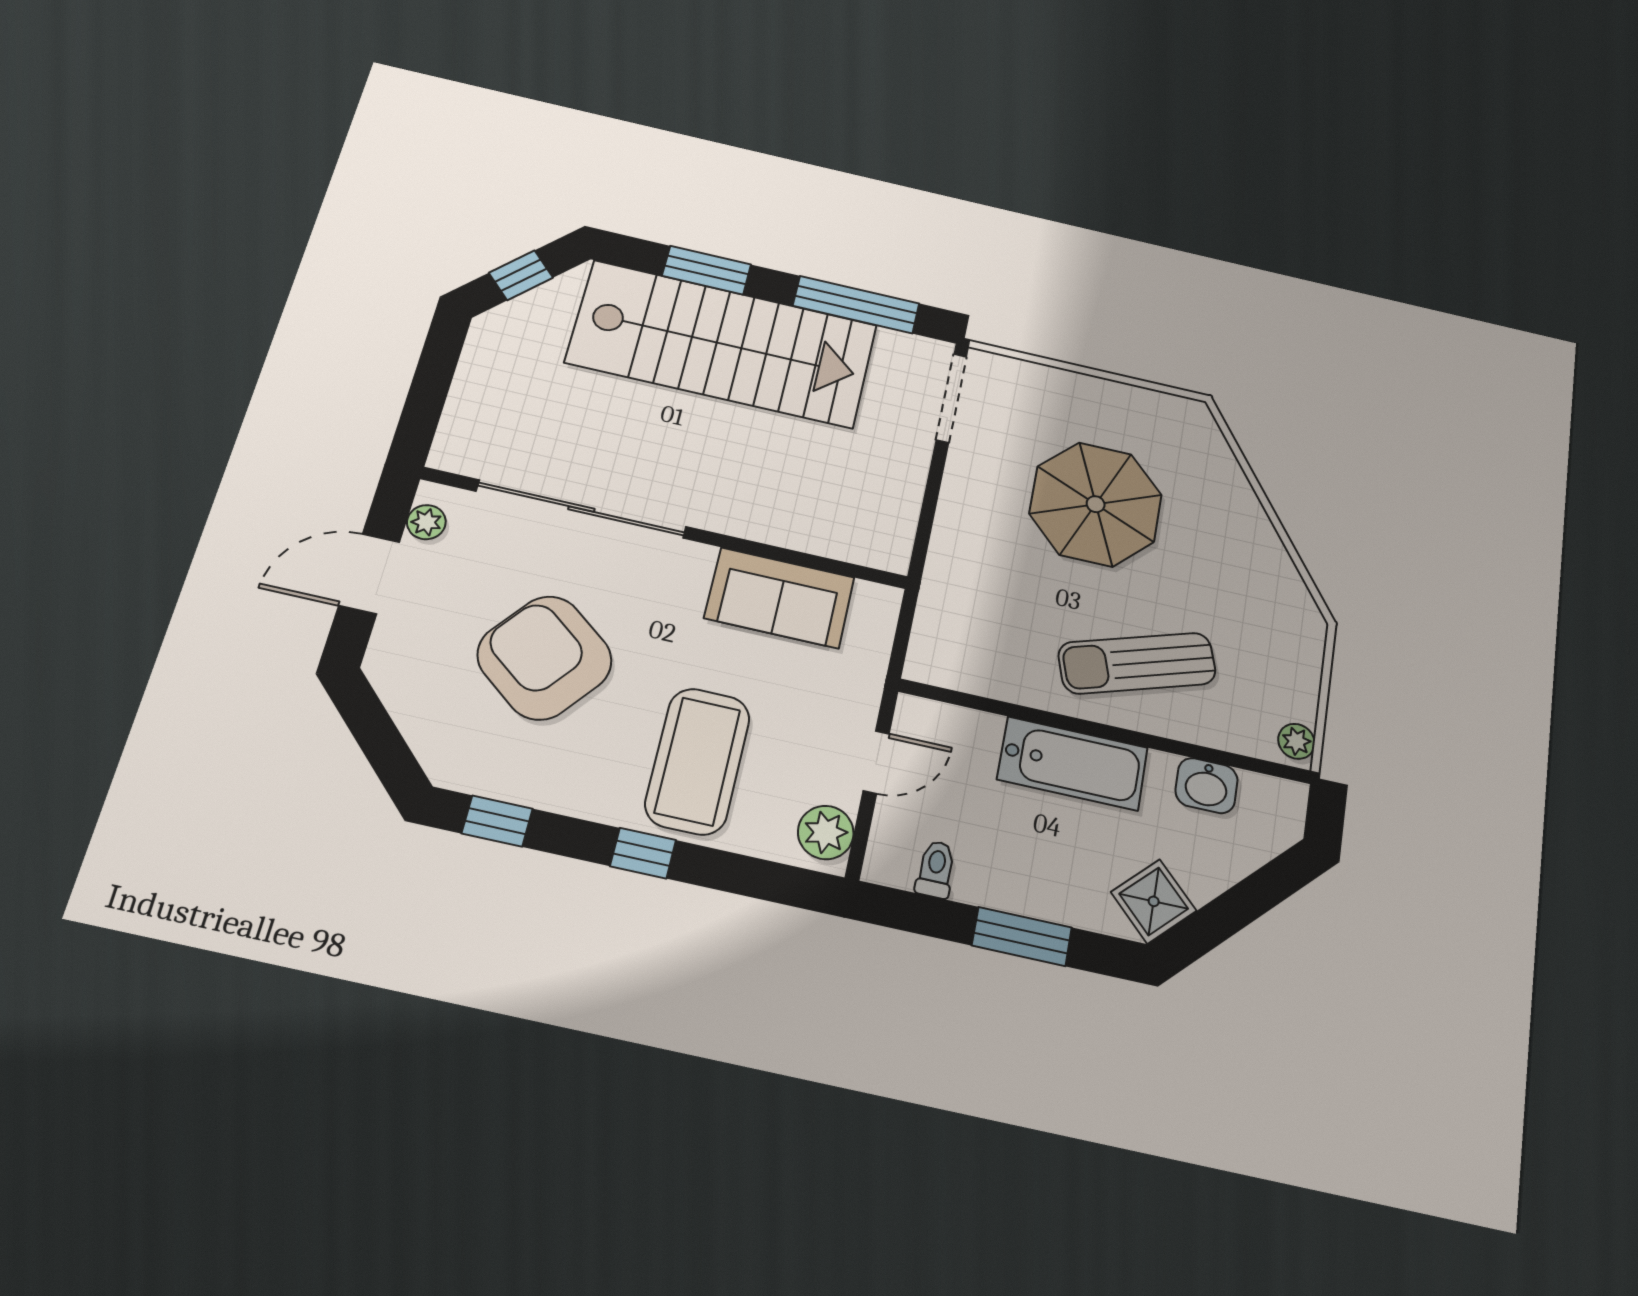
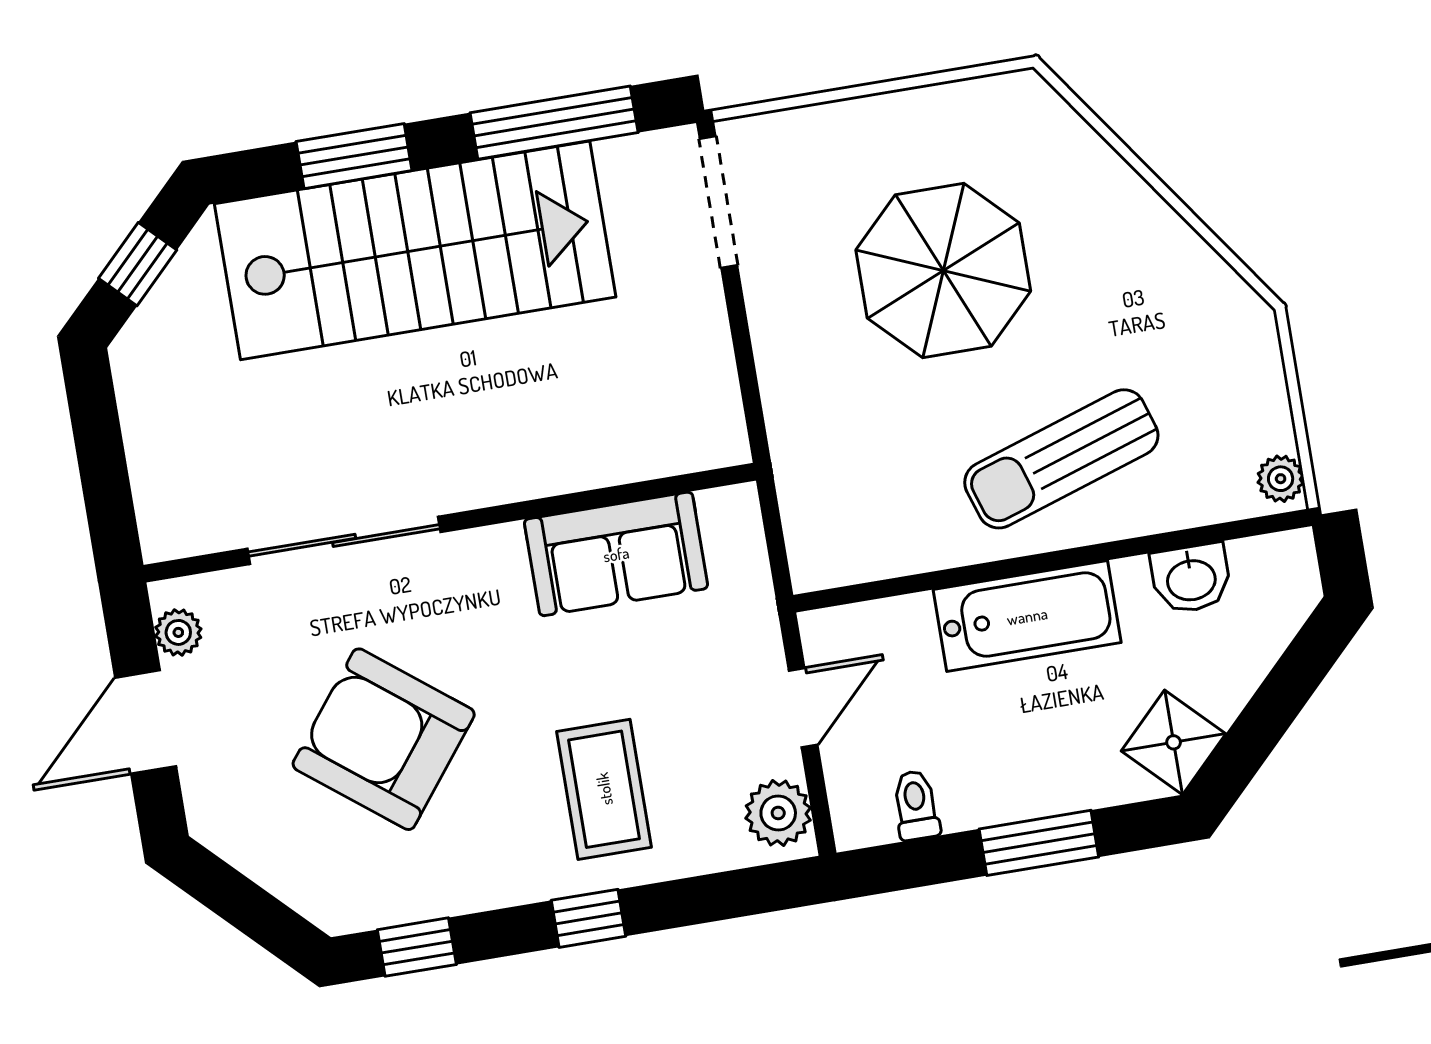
sliding door: (581, 509) -> (344, 540), width x0.73
coffee table: (698, 761) -> (604, 789), width x0.73, depth x0.76

